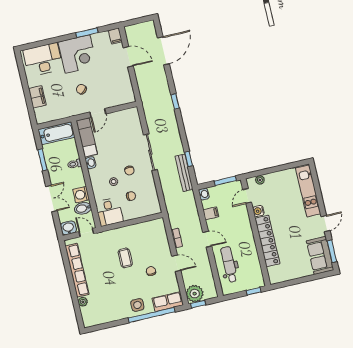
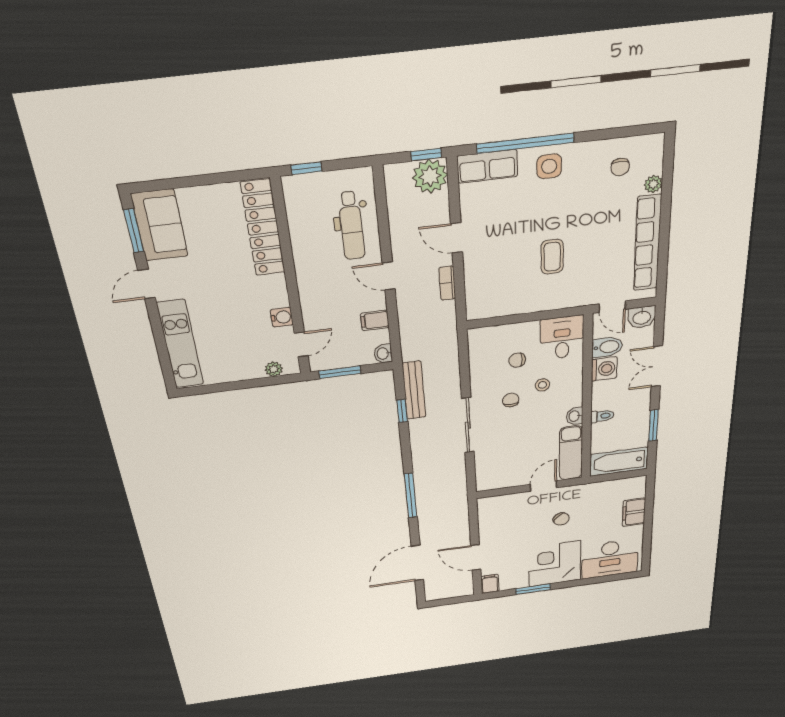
window: (175, 101) -> (411, 496), width x2.17
locker: (267, 241) -> (263, 228), moved
chair: (151, 271) -> (620, 167), moved

